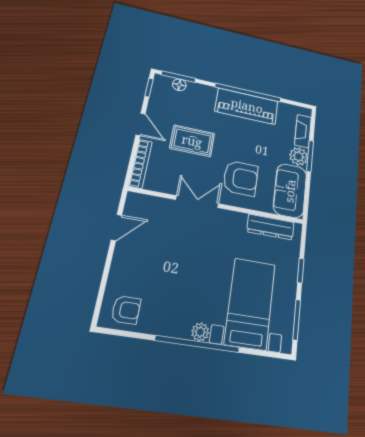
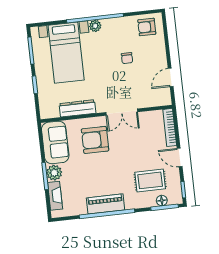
piano: (247, 106) -> (105, 204), width x0.73, depth x0.75
rug: (192, 141) -> (150, 180), moved
dresser: (271, 227) -> (77, 108), moved
chair: (169, 272) -> (127, 58), added

